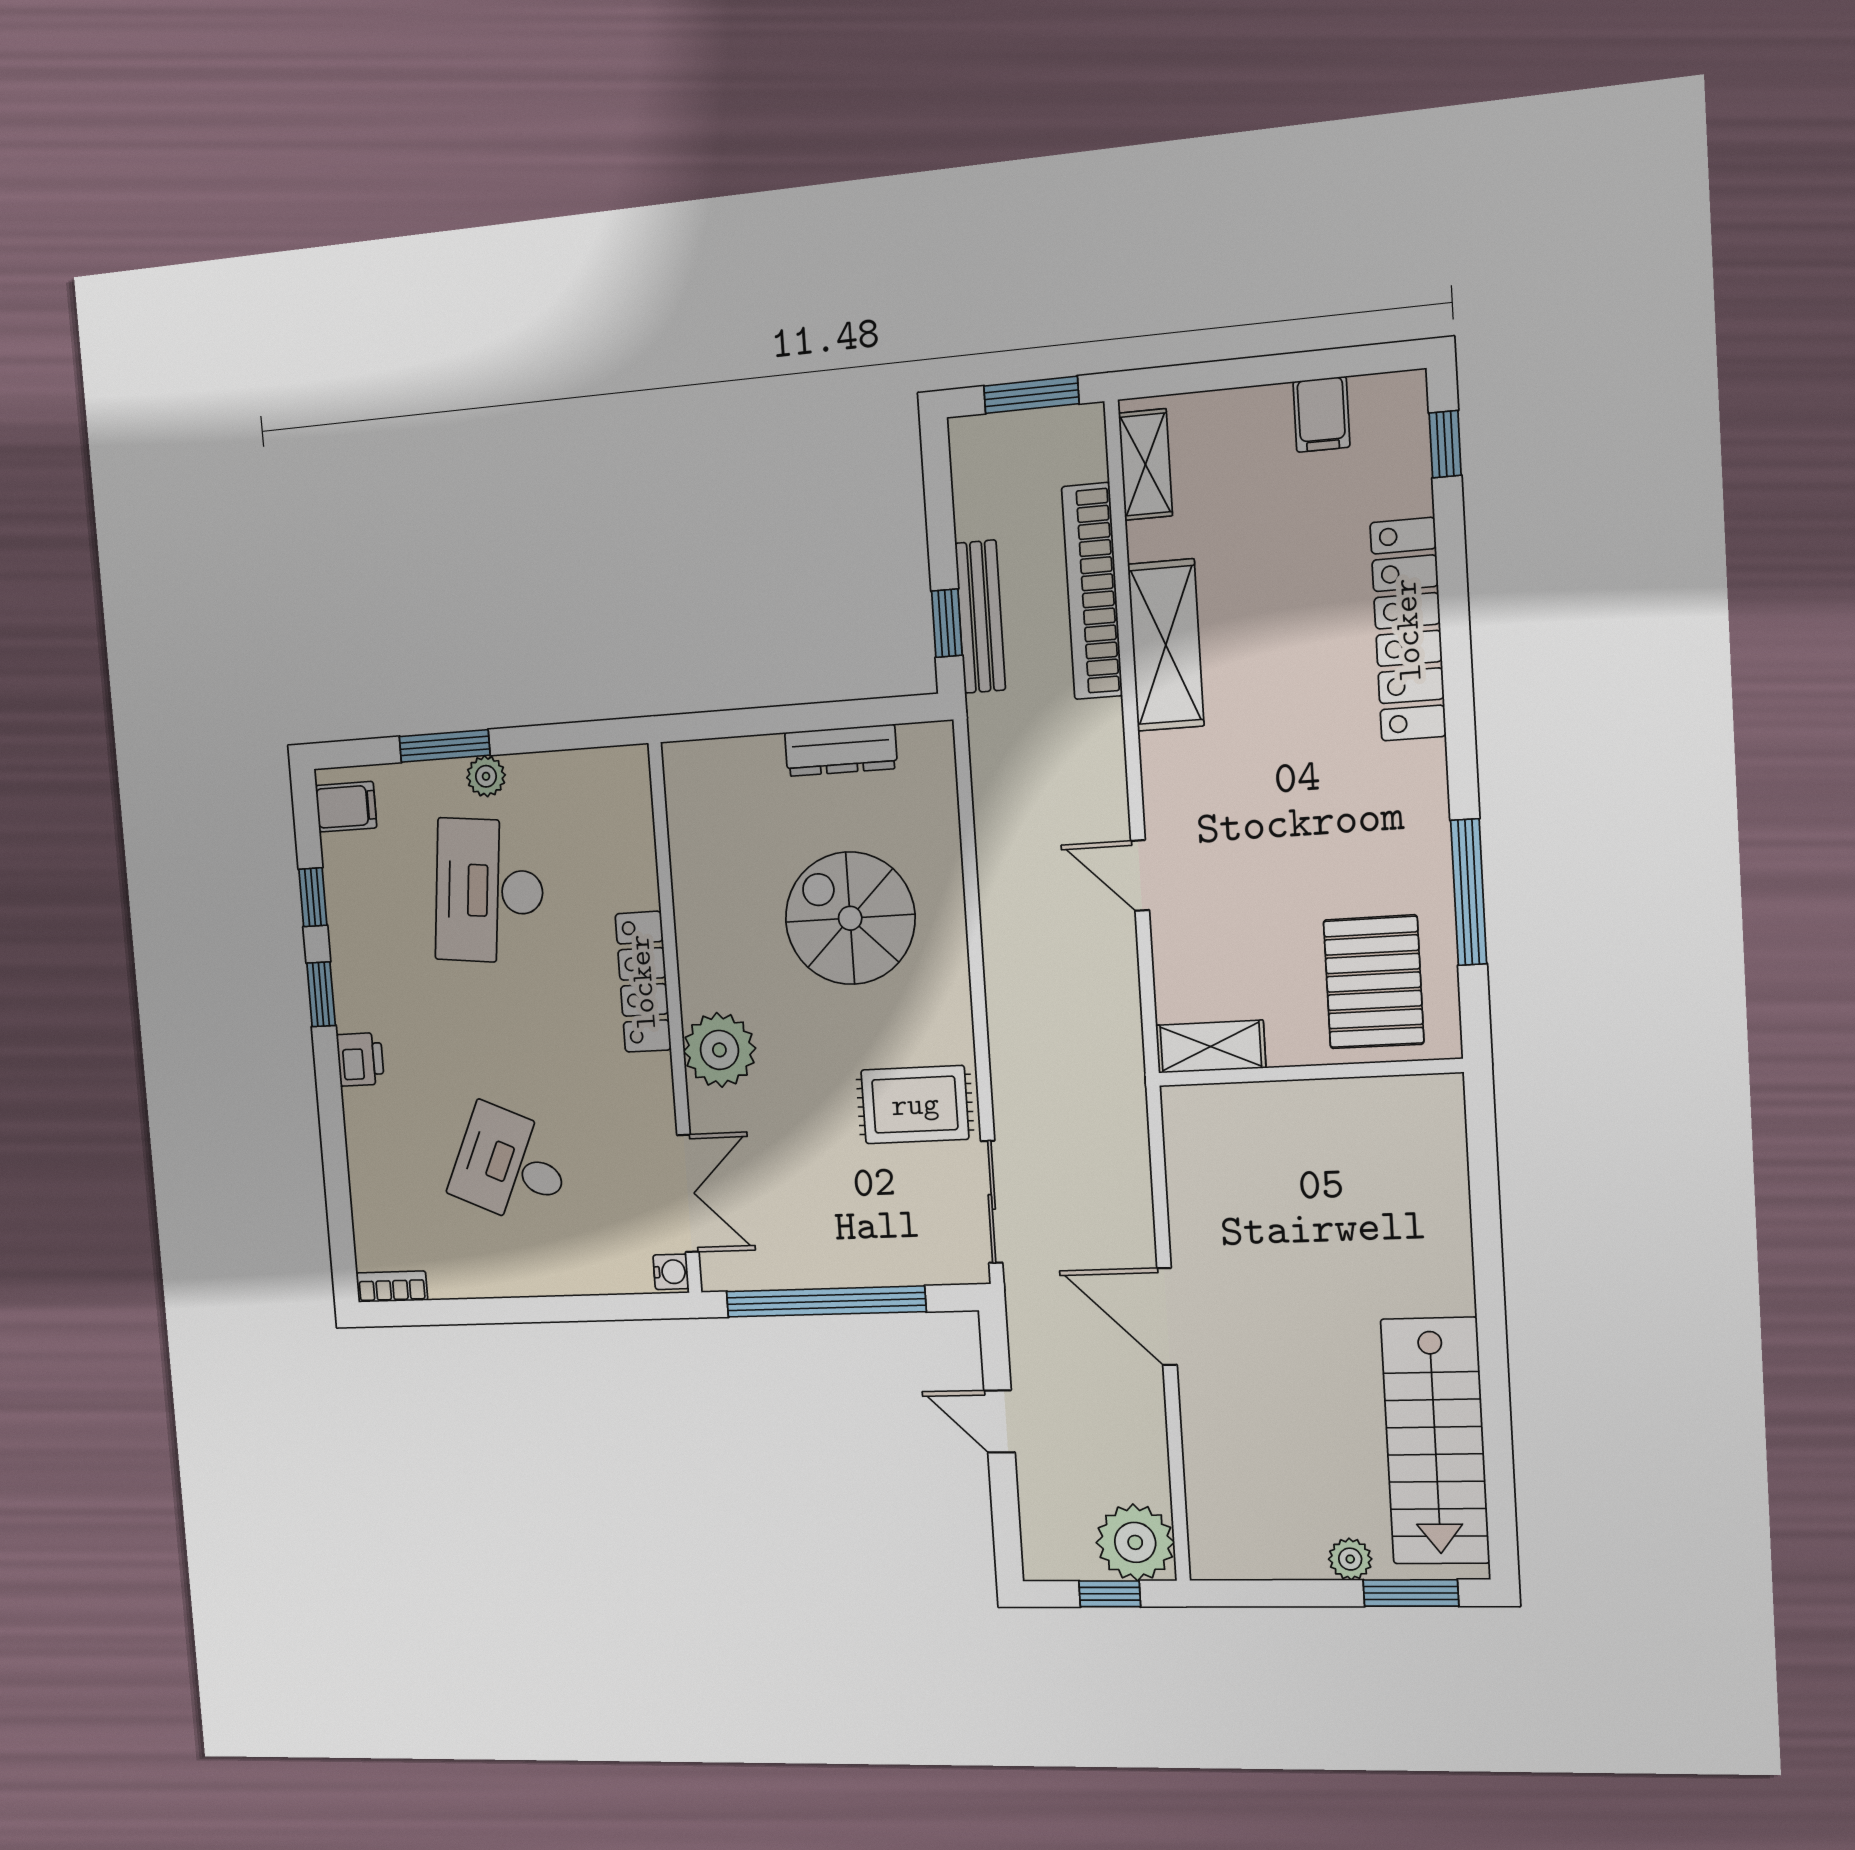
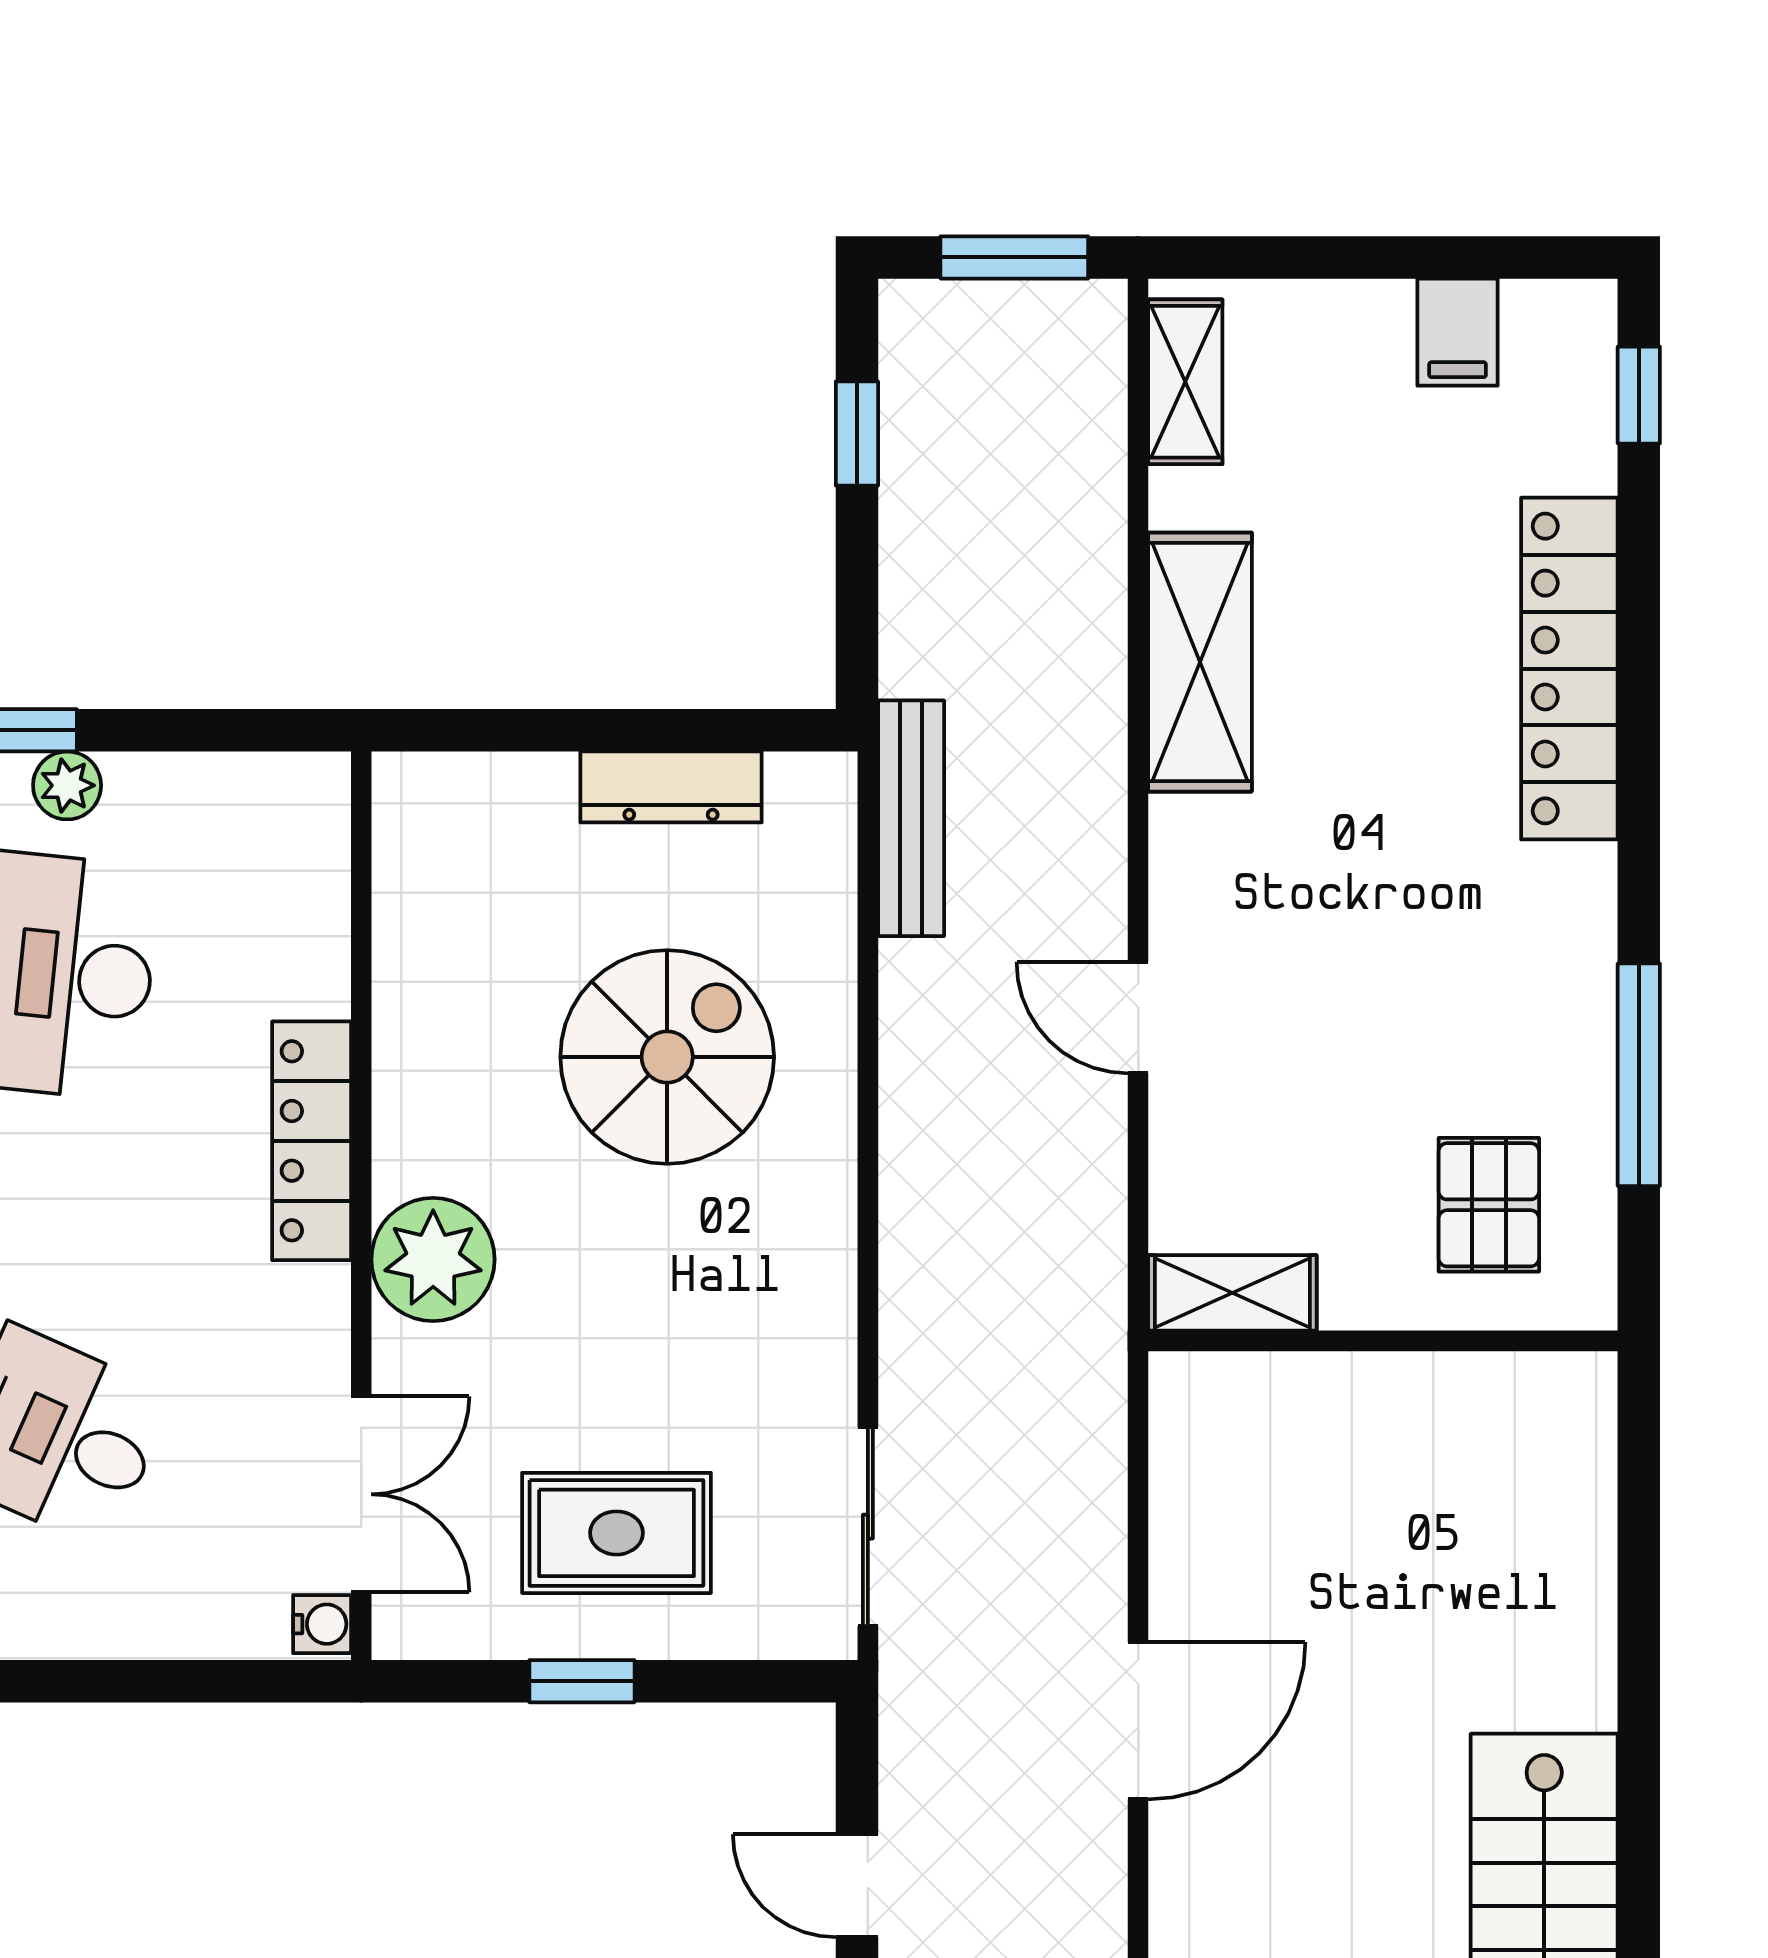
bookcase: (1092, 591) -> (1090, 569), removed
bench: (980, 617) -> (911, 818), moved
window: (947, 623) -> (857, 434), moved
spiral stairs: (850, 918) -> (667, 1057), turned 90
pallet: (1374, 982) -> (1489, 1205), width x0.67, depth x0.71
rug: (915, 1105) -> (616, 1533), moved
window: (826, 1302) -> (582, 1681), width x0.32
door: (1167, 1317) -> (1138, 1721), swing flipped

